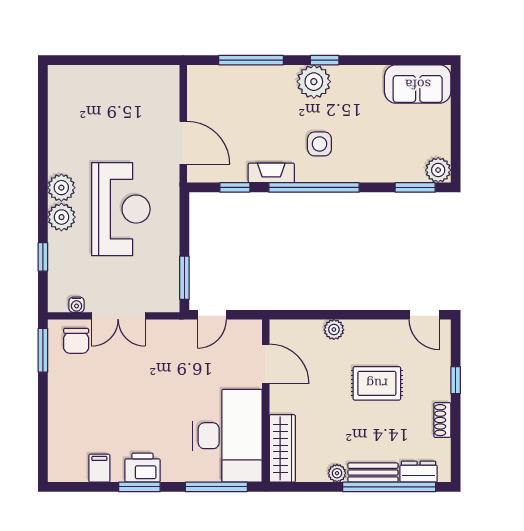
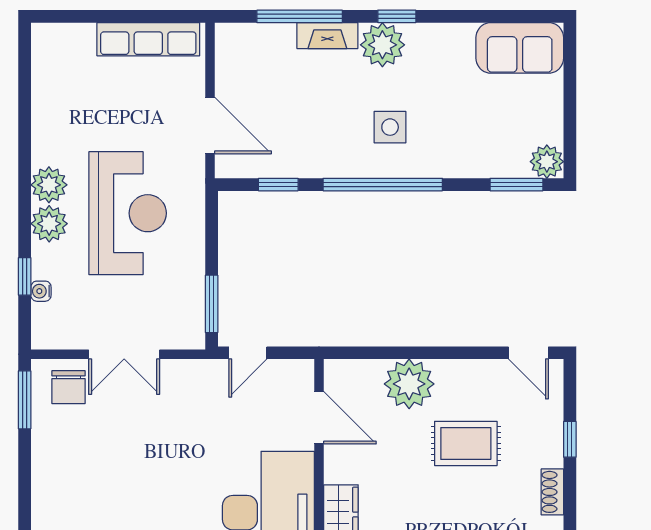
row of seats: (137, 77) -> (148, 39), added
fireplace: (271, 173) -> (327, 36), moved, turned 180
water cooler: (77, 305) -> (41, 291), moved, turned 90
plant: (334, 330) -> (409, 384), width x1.88, depth x1.88

